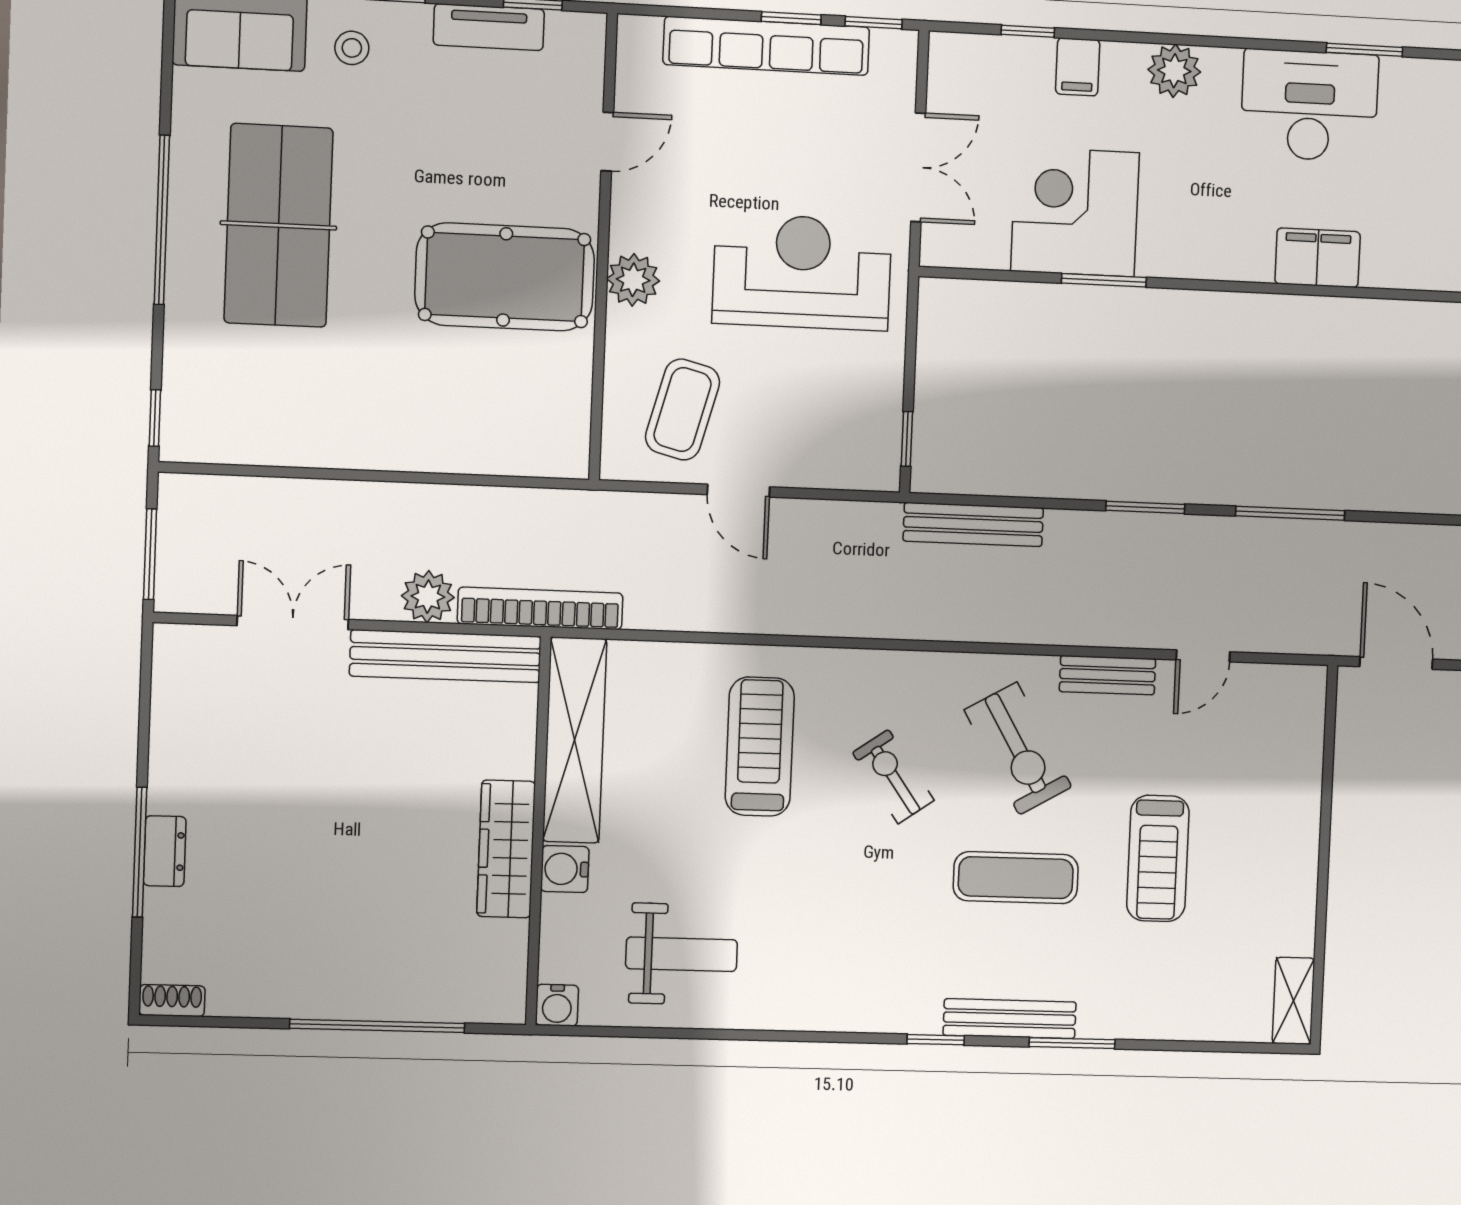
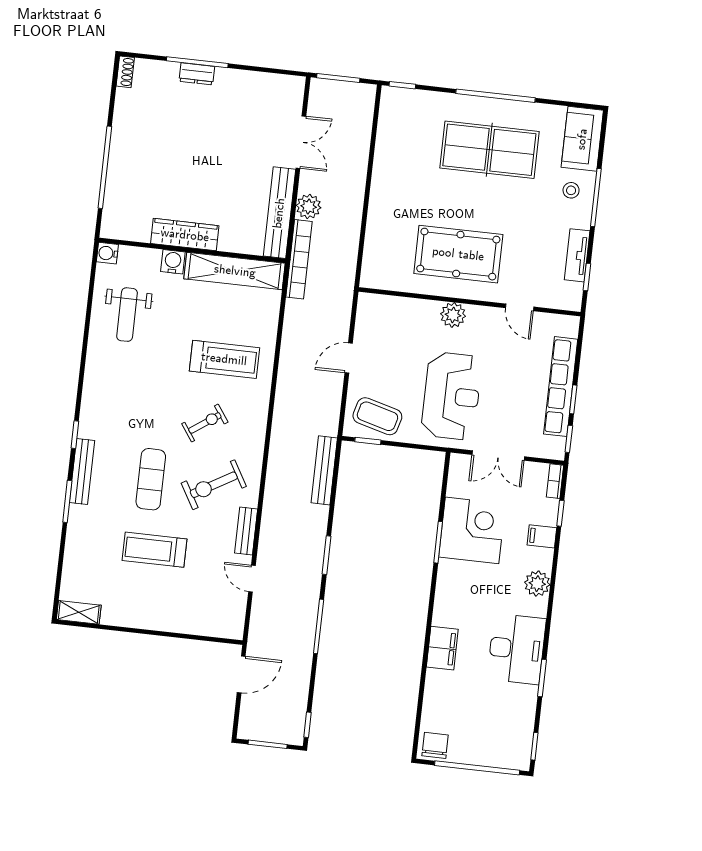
bookcase: (963, 46) -> (555, 481), added
pool table: (505, 277) -> (458, 254), turned 90
coffee table: (683, 410) -> (377, 416), moved

